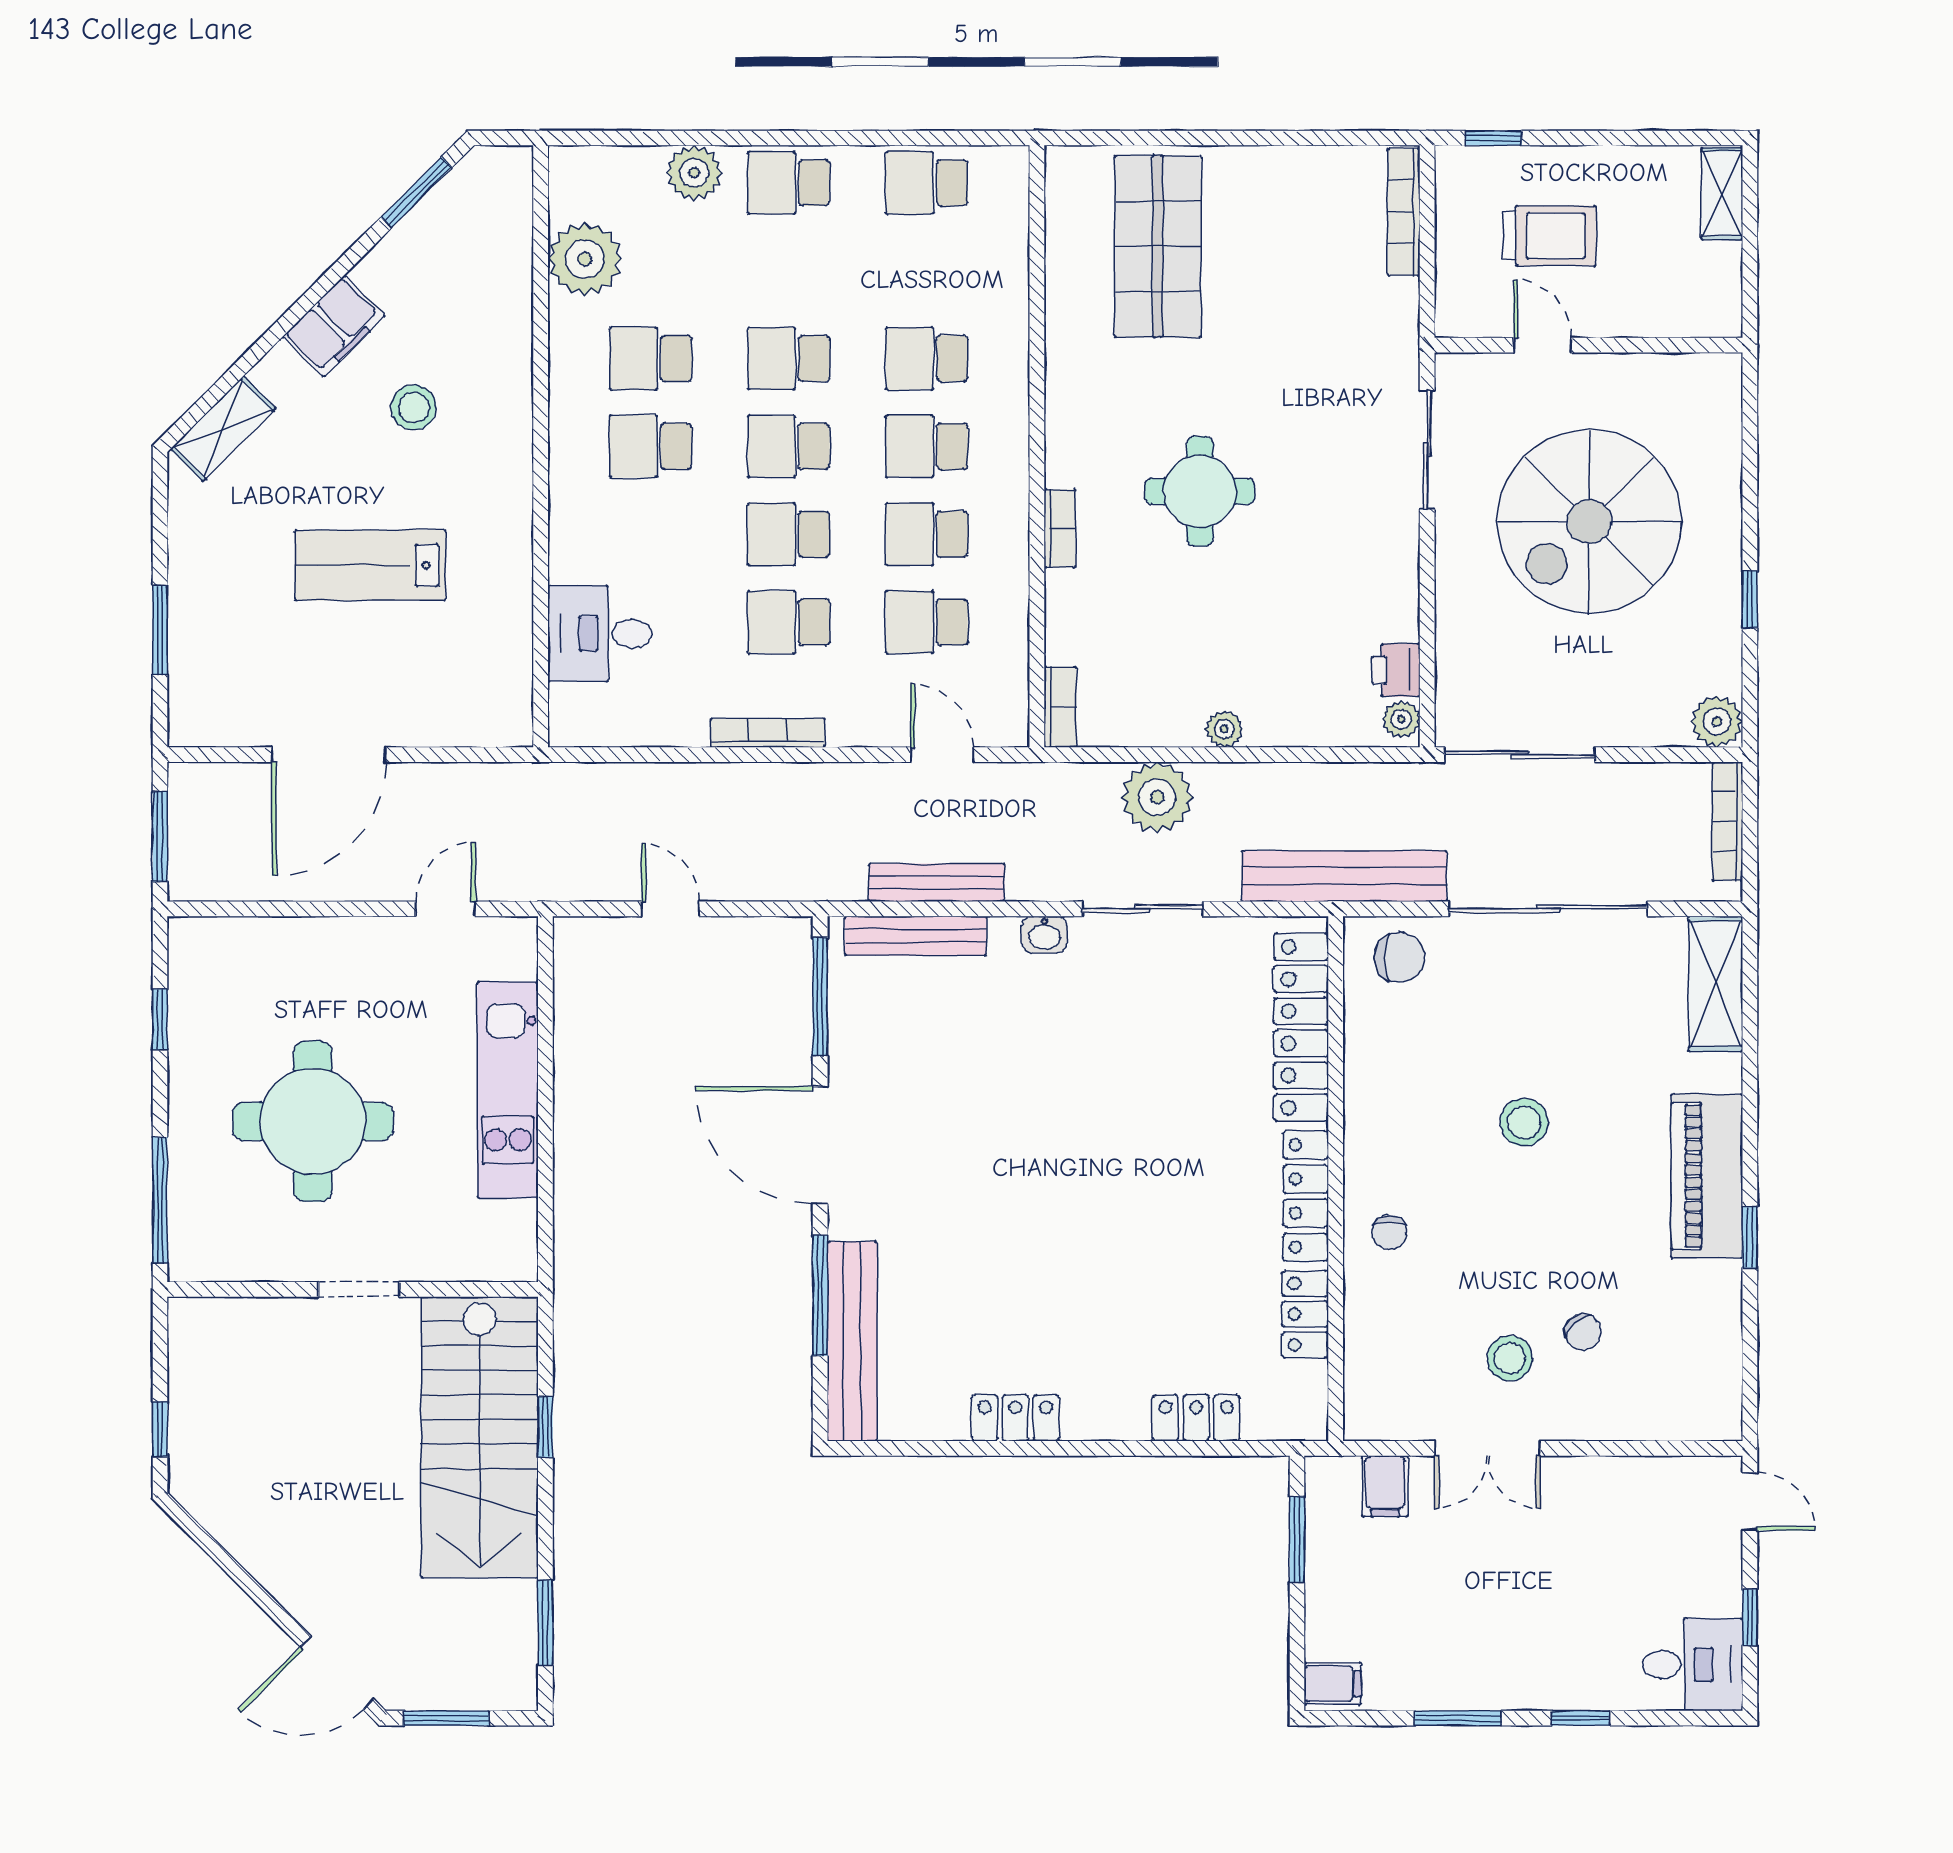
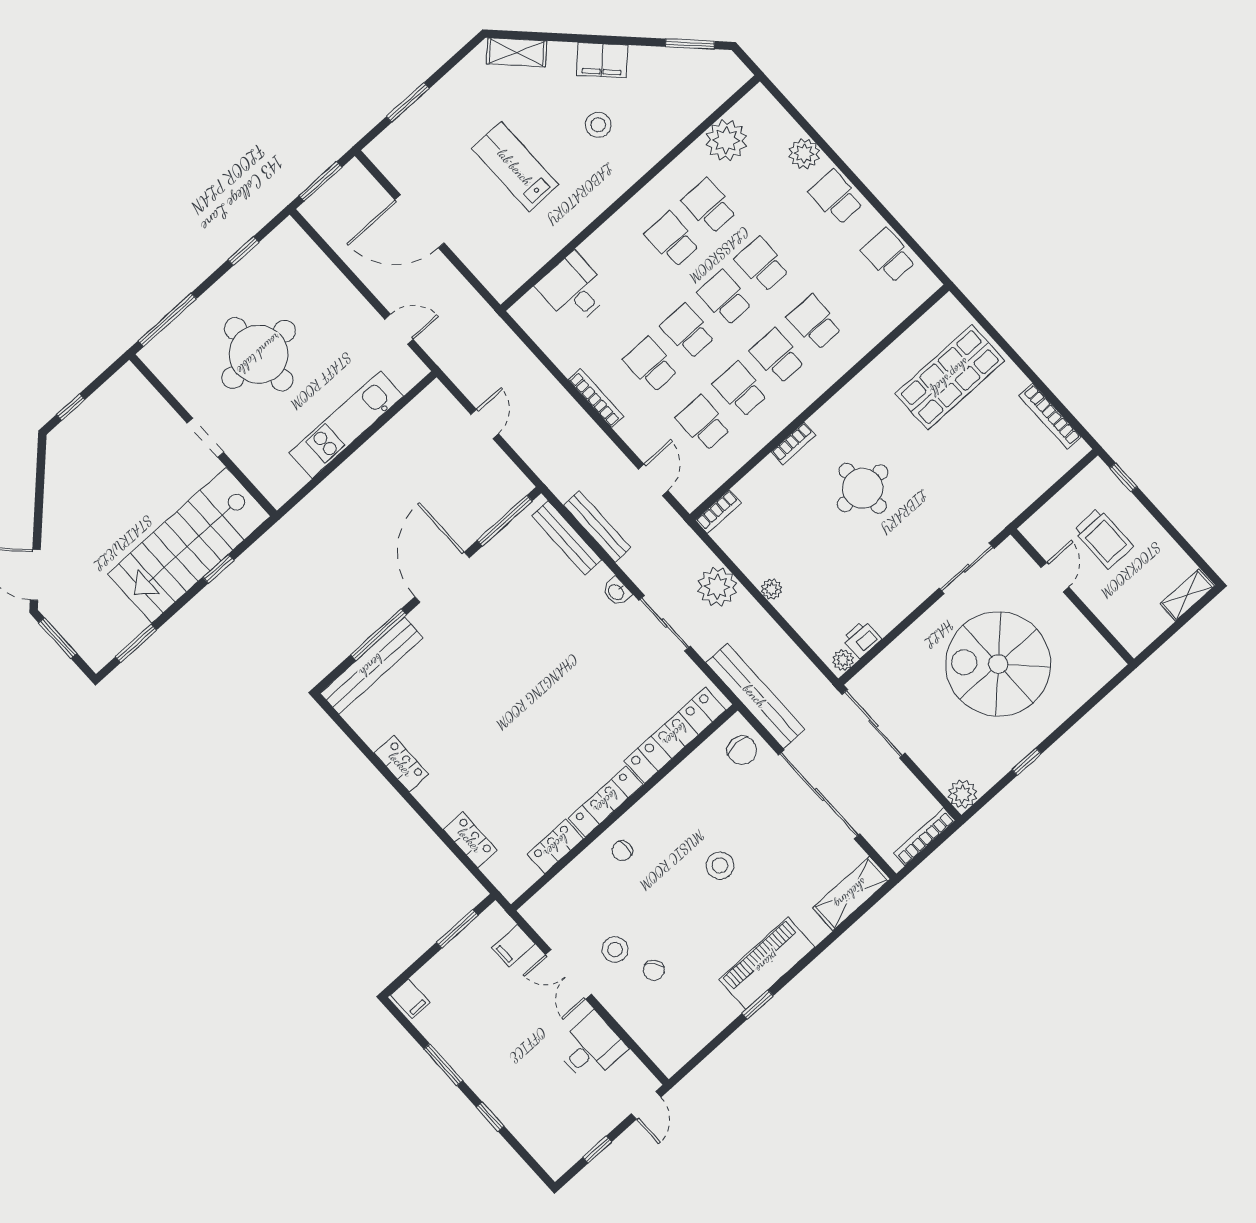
bookcase: (1404, 212) -> (1050, 416), moved, turned -90
desk: (1692, 1665) -> (591, 1048), moved, turned -90

